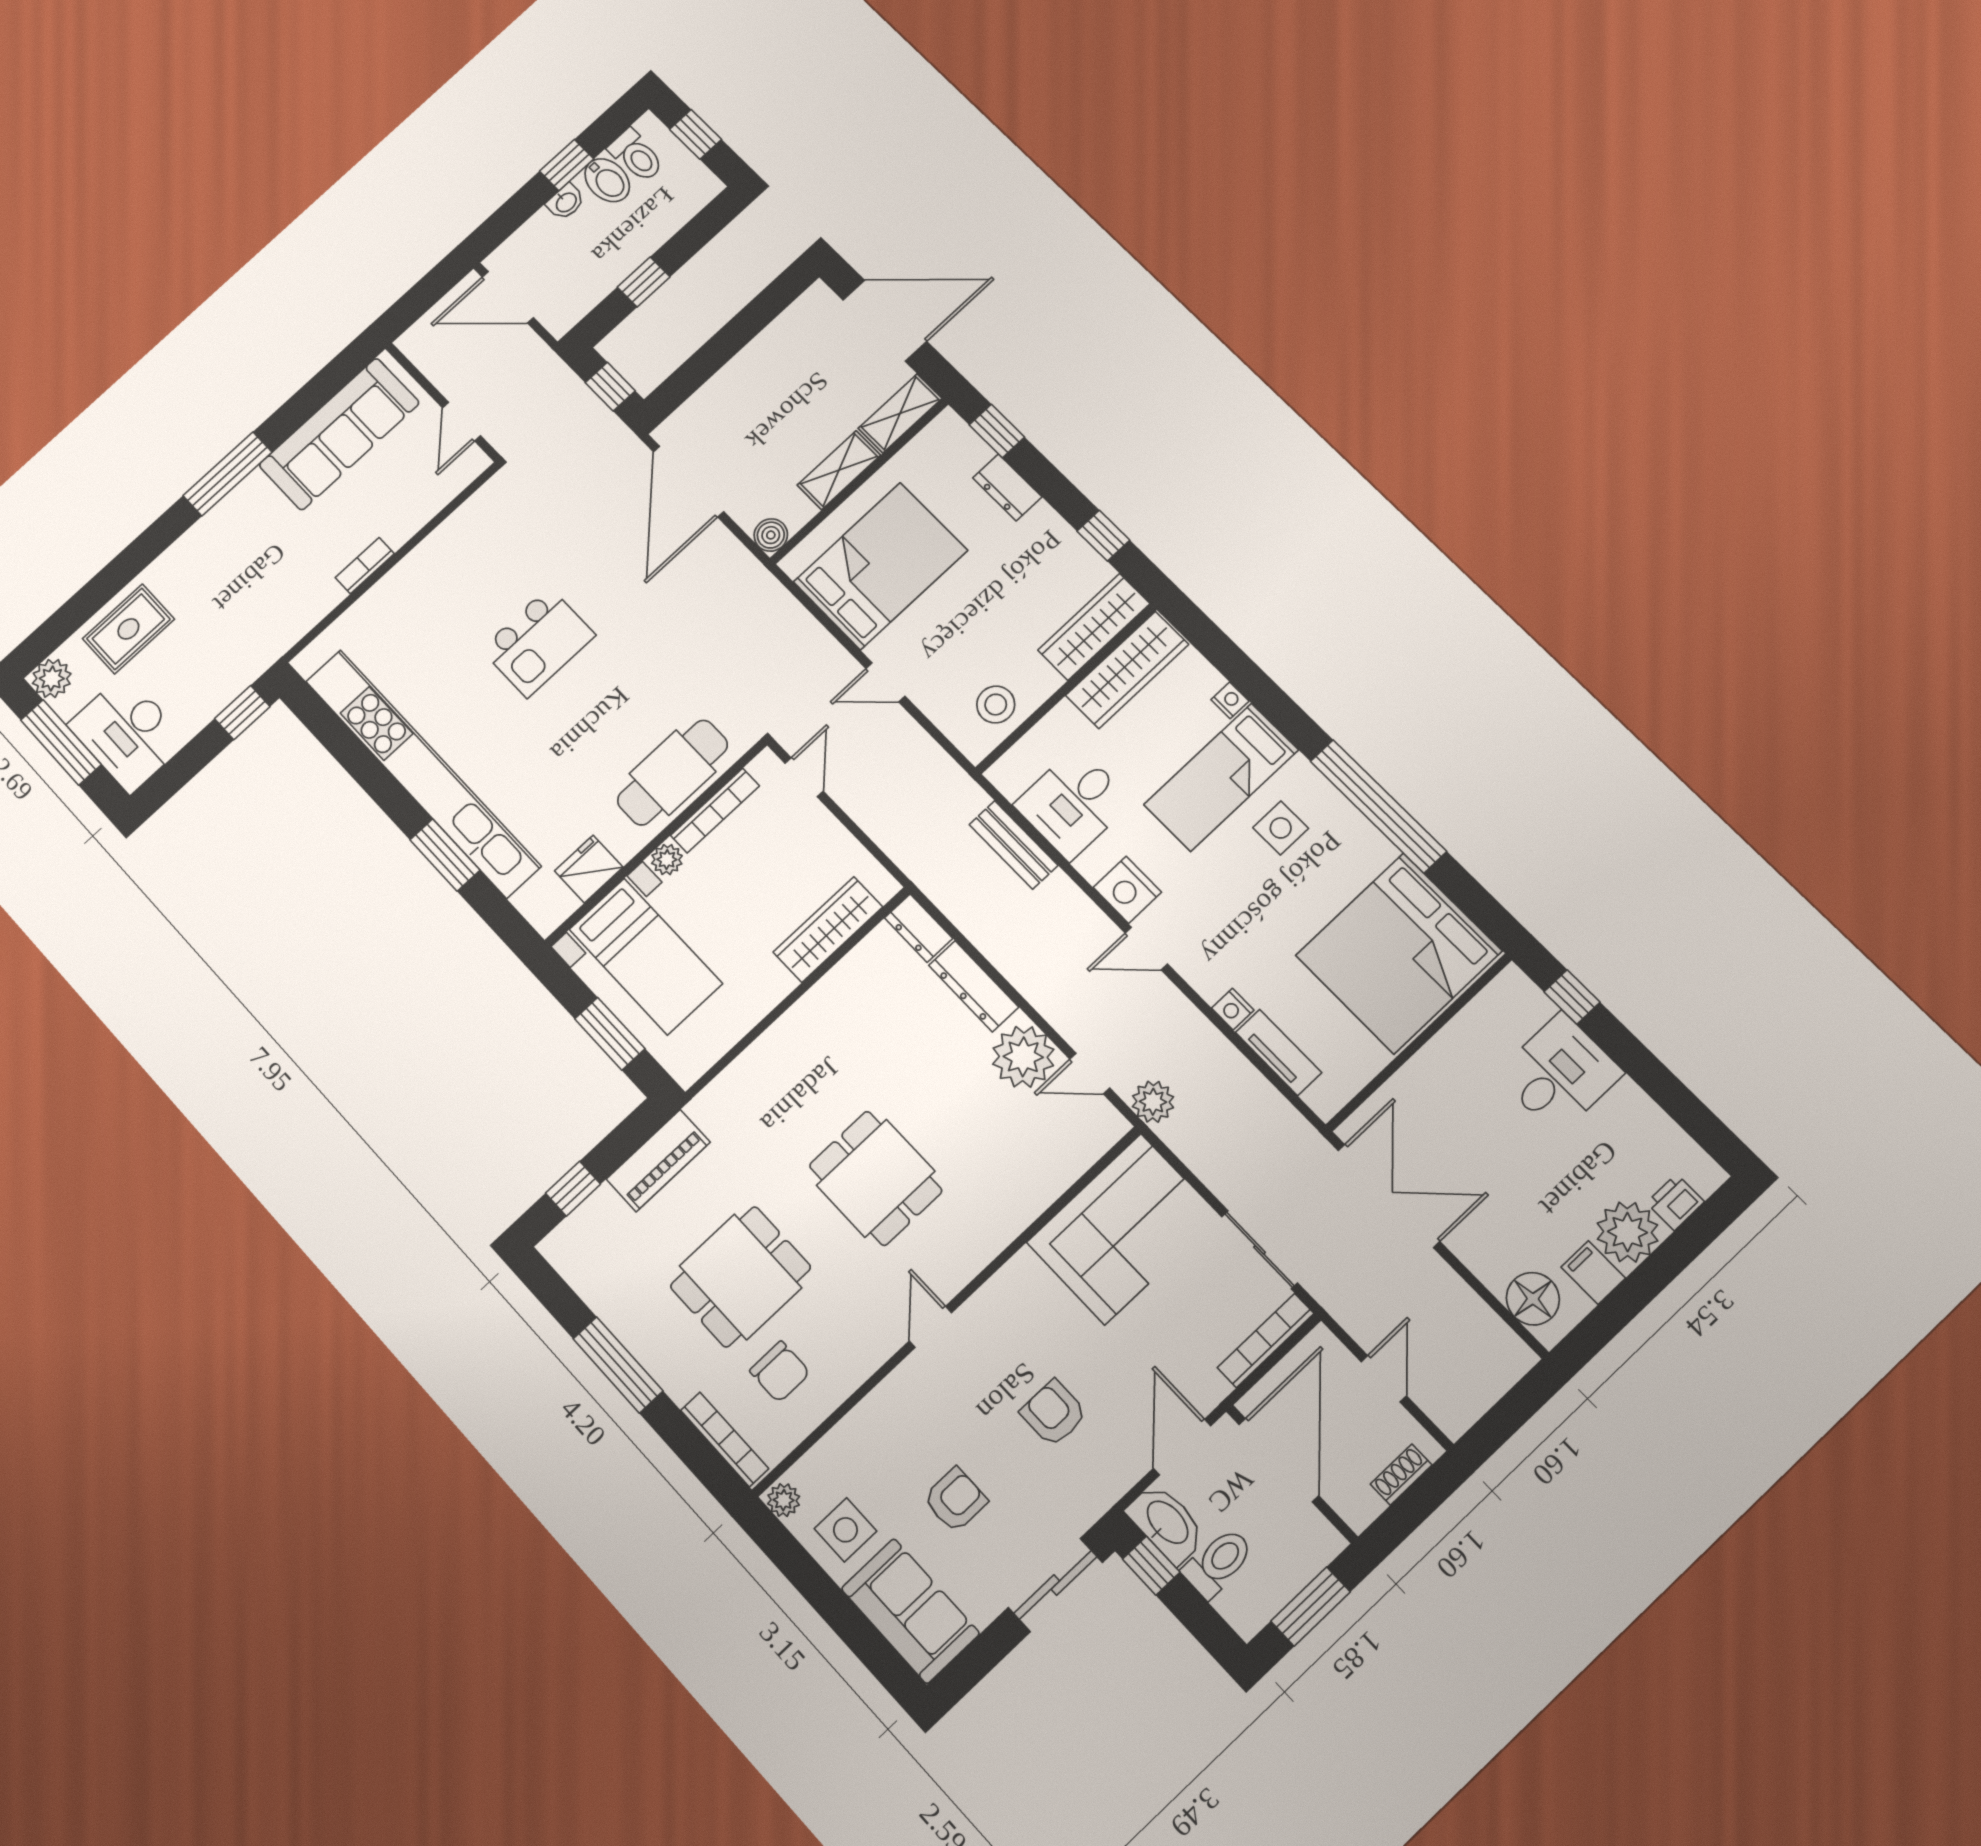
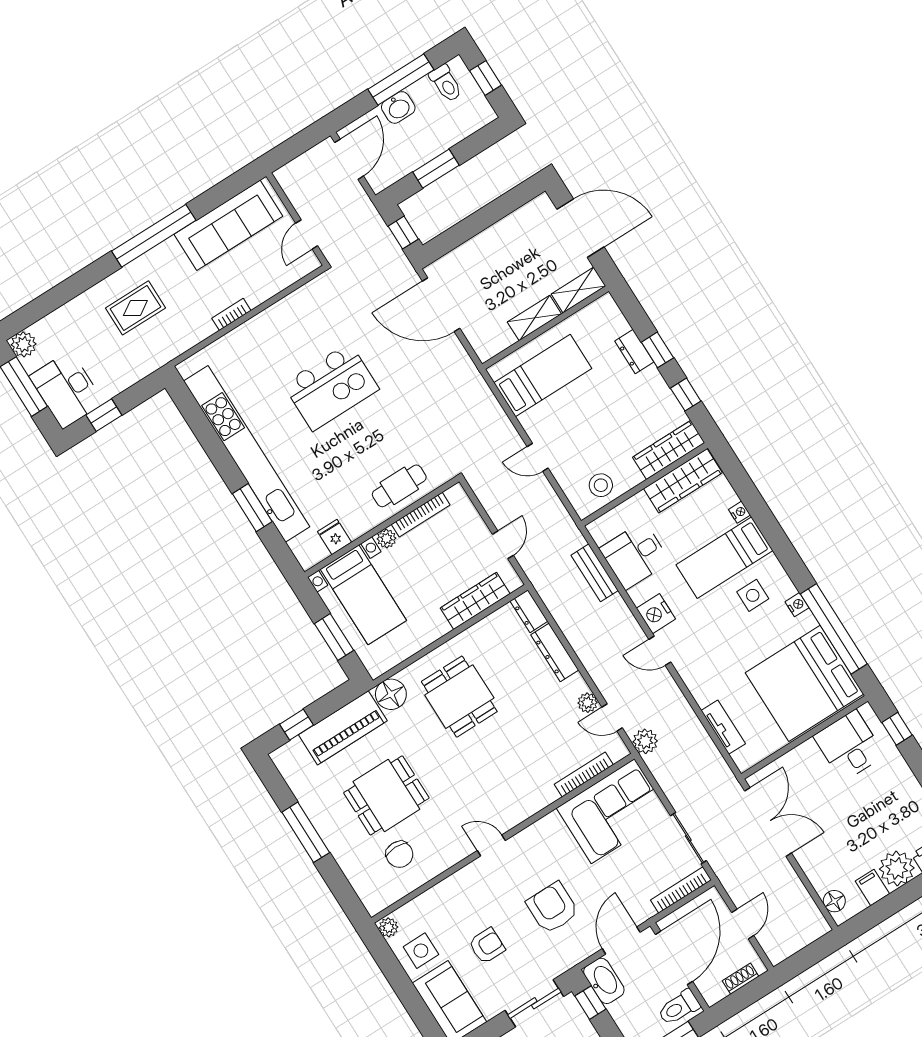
window: (567, 165) -> (401, 79), width x2.17
bidet: (607, 180) -> (425, 96), removed
washbasin: (566, 202) -> (398, 107), width x1.38, depth x1.45
window: (644, 282) -> (436, 169), width x1.50
door: (508, 297) -> (349, 159), swing flipped
window: (997, 431) -> (657, 350), moved
window: (227, 474) -> (154, 236), width x1.46
door: (689, 482) -> (441, 305), hinge flipped
boiler: (771, 535) -> (485, 350), removed
bed: (880, 566) -> (543, 376), width x0.67
rug: (128, 629) -> (135, 308), moved
kitchen island: (538, 642) -> (331, 387), width x1.37, depth x1.28
window: (242, 713) -> (104, 415), moved
cafe table: (672, 773) -> (399, 486), width x0.73, depth x0.74
door: (804, 777) -> (503, 545), moved
window: (1378, 806) -> (834, 629), moved
fridge: (589, 869) -> (335, 537), width x0.72
nightstand: (1233, 1009) -> (797, 605), moved, turned 180
plant: (1023, 1057) -> (588, 703), width x0.53, depth x0.53
desk: (1559, 1074) -> (849, 746), moved, turned -90
floor lamp: (718, 1108) -> (391, 694), added
piano: (658, 1161) -> (343, 728), width x1.37, depth x1.33
dining table: (876, 1178) -> (459, 697), moved
floor lamp: (1533, 1299) -> (834, 901), width x0.73, depth x0.73
door: (930, 1327) -> (491, 845), hinge flipped
armchair: (1054, 1413) -> (552, 908), width x1.38, depth x1.38
bookcase: (725, 1439) -> (584, 775), moved, turned -90
toilet: (1218, 1563) -> (679, 1008), moved, turned 180

